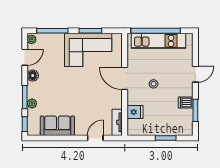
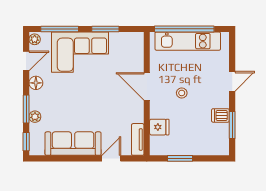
corner sofa: (88, 50) -> (80, 52), moved
sofa: (57, 126) -> (73, 144), width x1.36
window: (166, 138) -> (180, 158), moved

